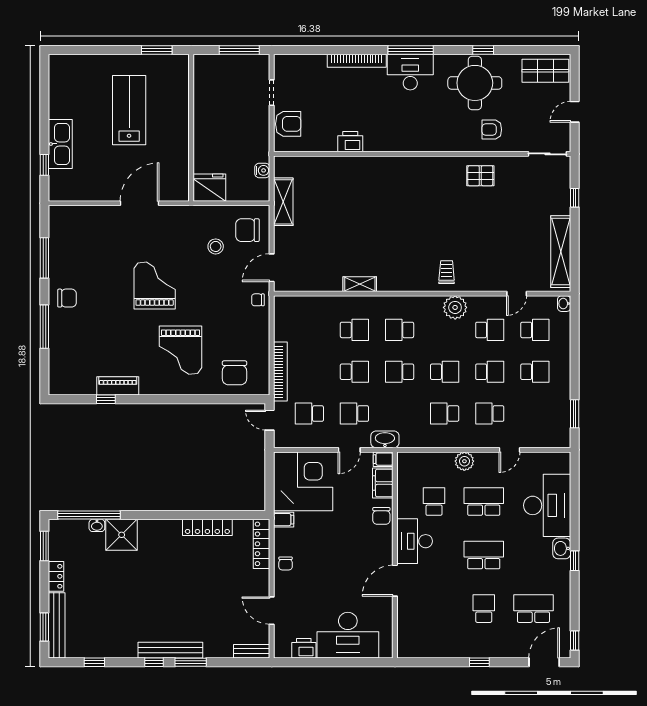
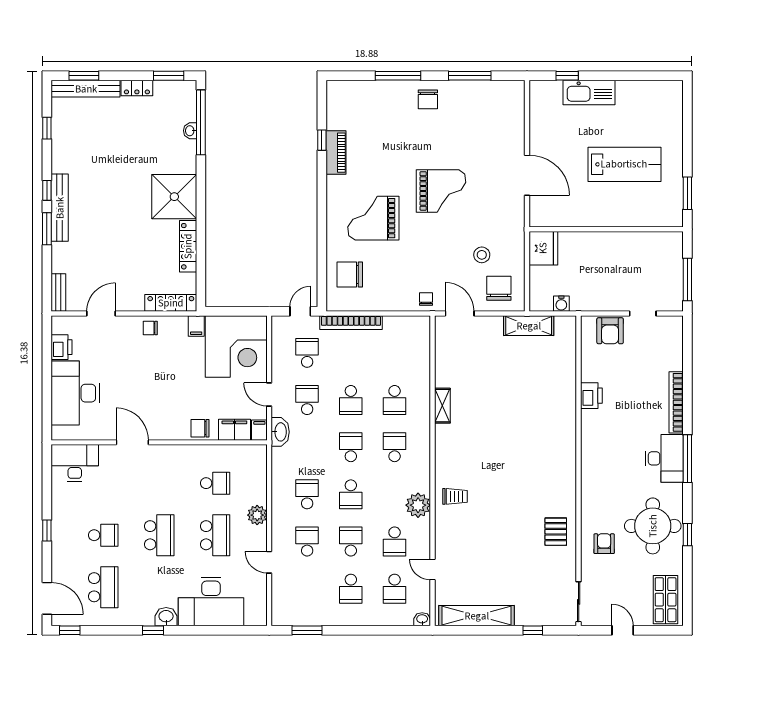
school desk: (490, 372) -> (351, 541), turned 180
shower: (122, 535) -> (174, 197), moved, width x1.37, depth x1.37
desk: (415, 541) -> (75, 463), moved

